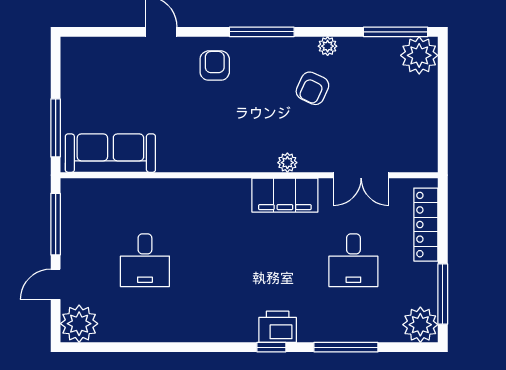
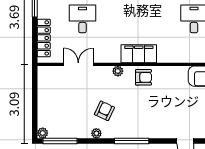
plant: (419, 55) -> (43, 133), width x0.53, depth x0.53
armchair: (215, 66) -> (143, 77), moved, turned -90
filing cabinet: (285, 195) -> (139, 54), moved

